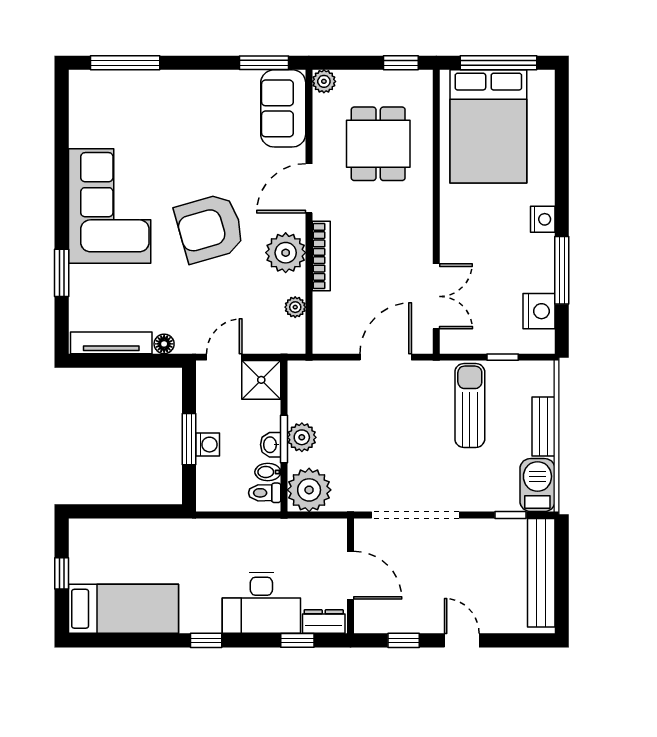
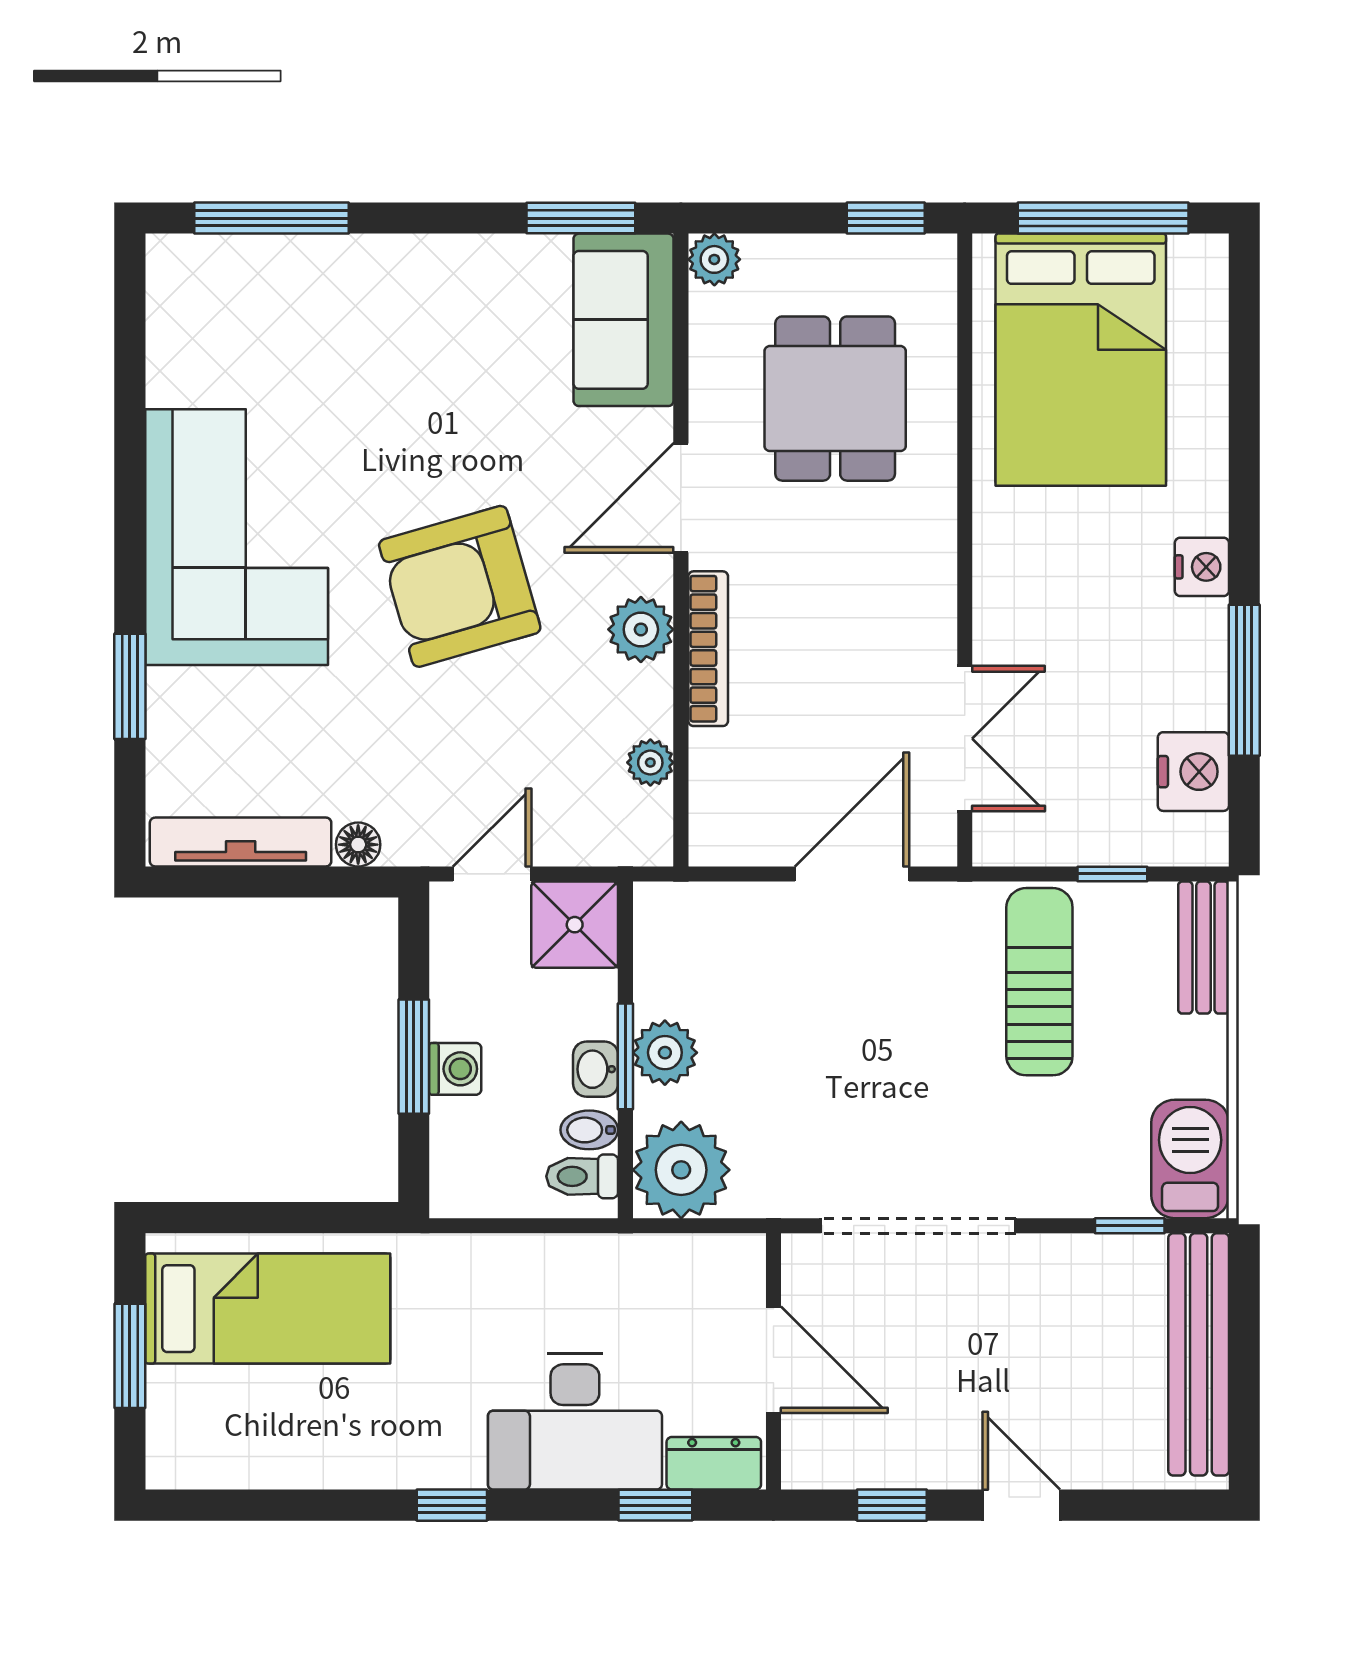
plant: (286, 253) -> (641, 629), width x0.73, depth x0.73
bench: (544, 426) -> (1204, 948), moved
window: (62, 573) -> (130, 1356), width x1.50
bed: (124, 609) -> (268, 1309), moved

